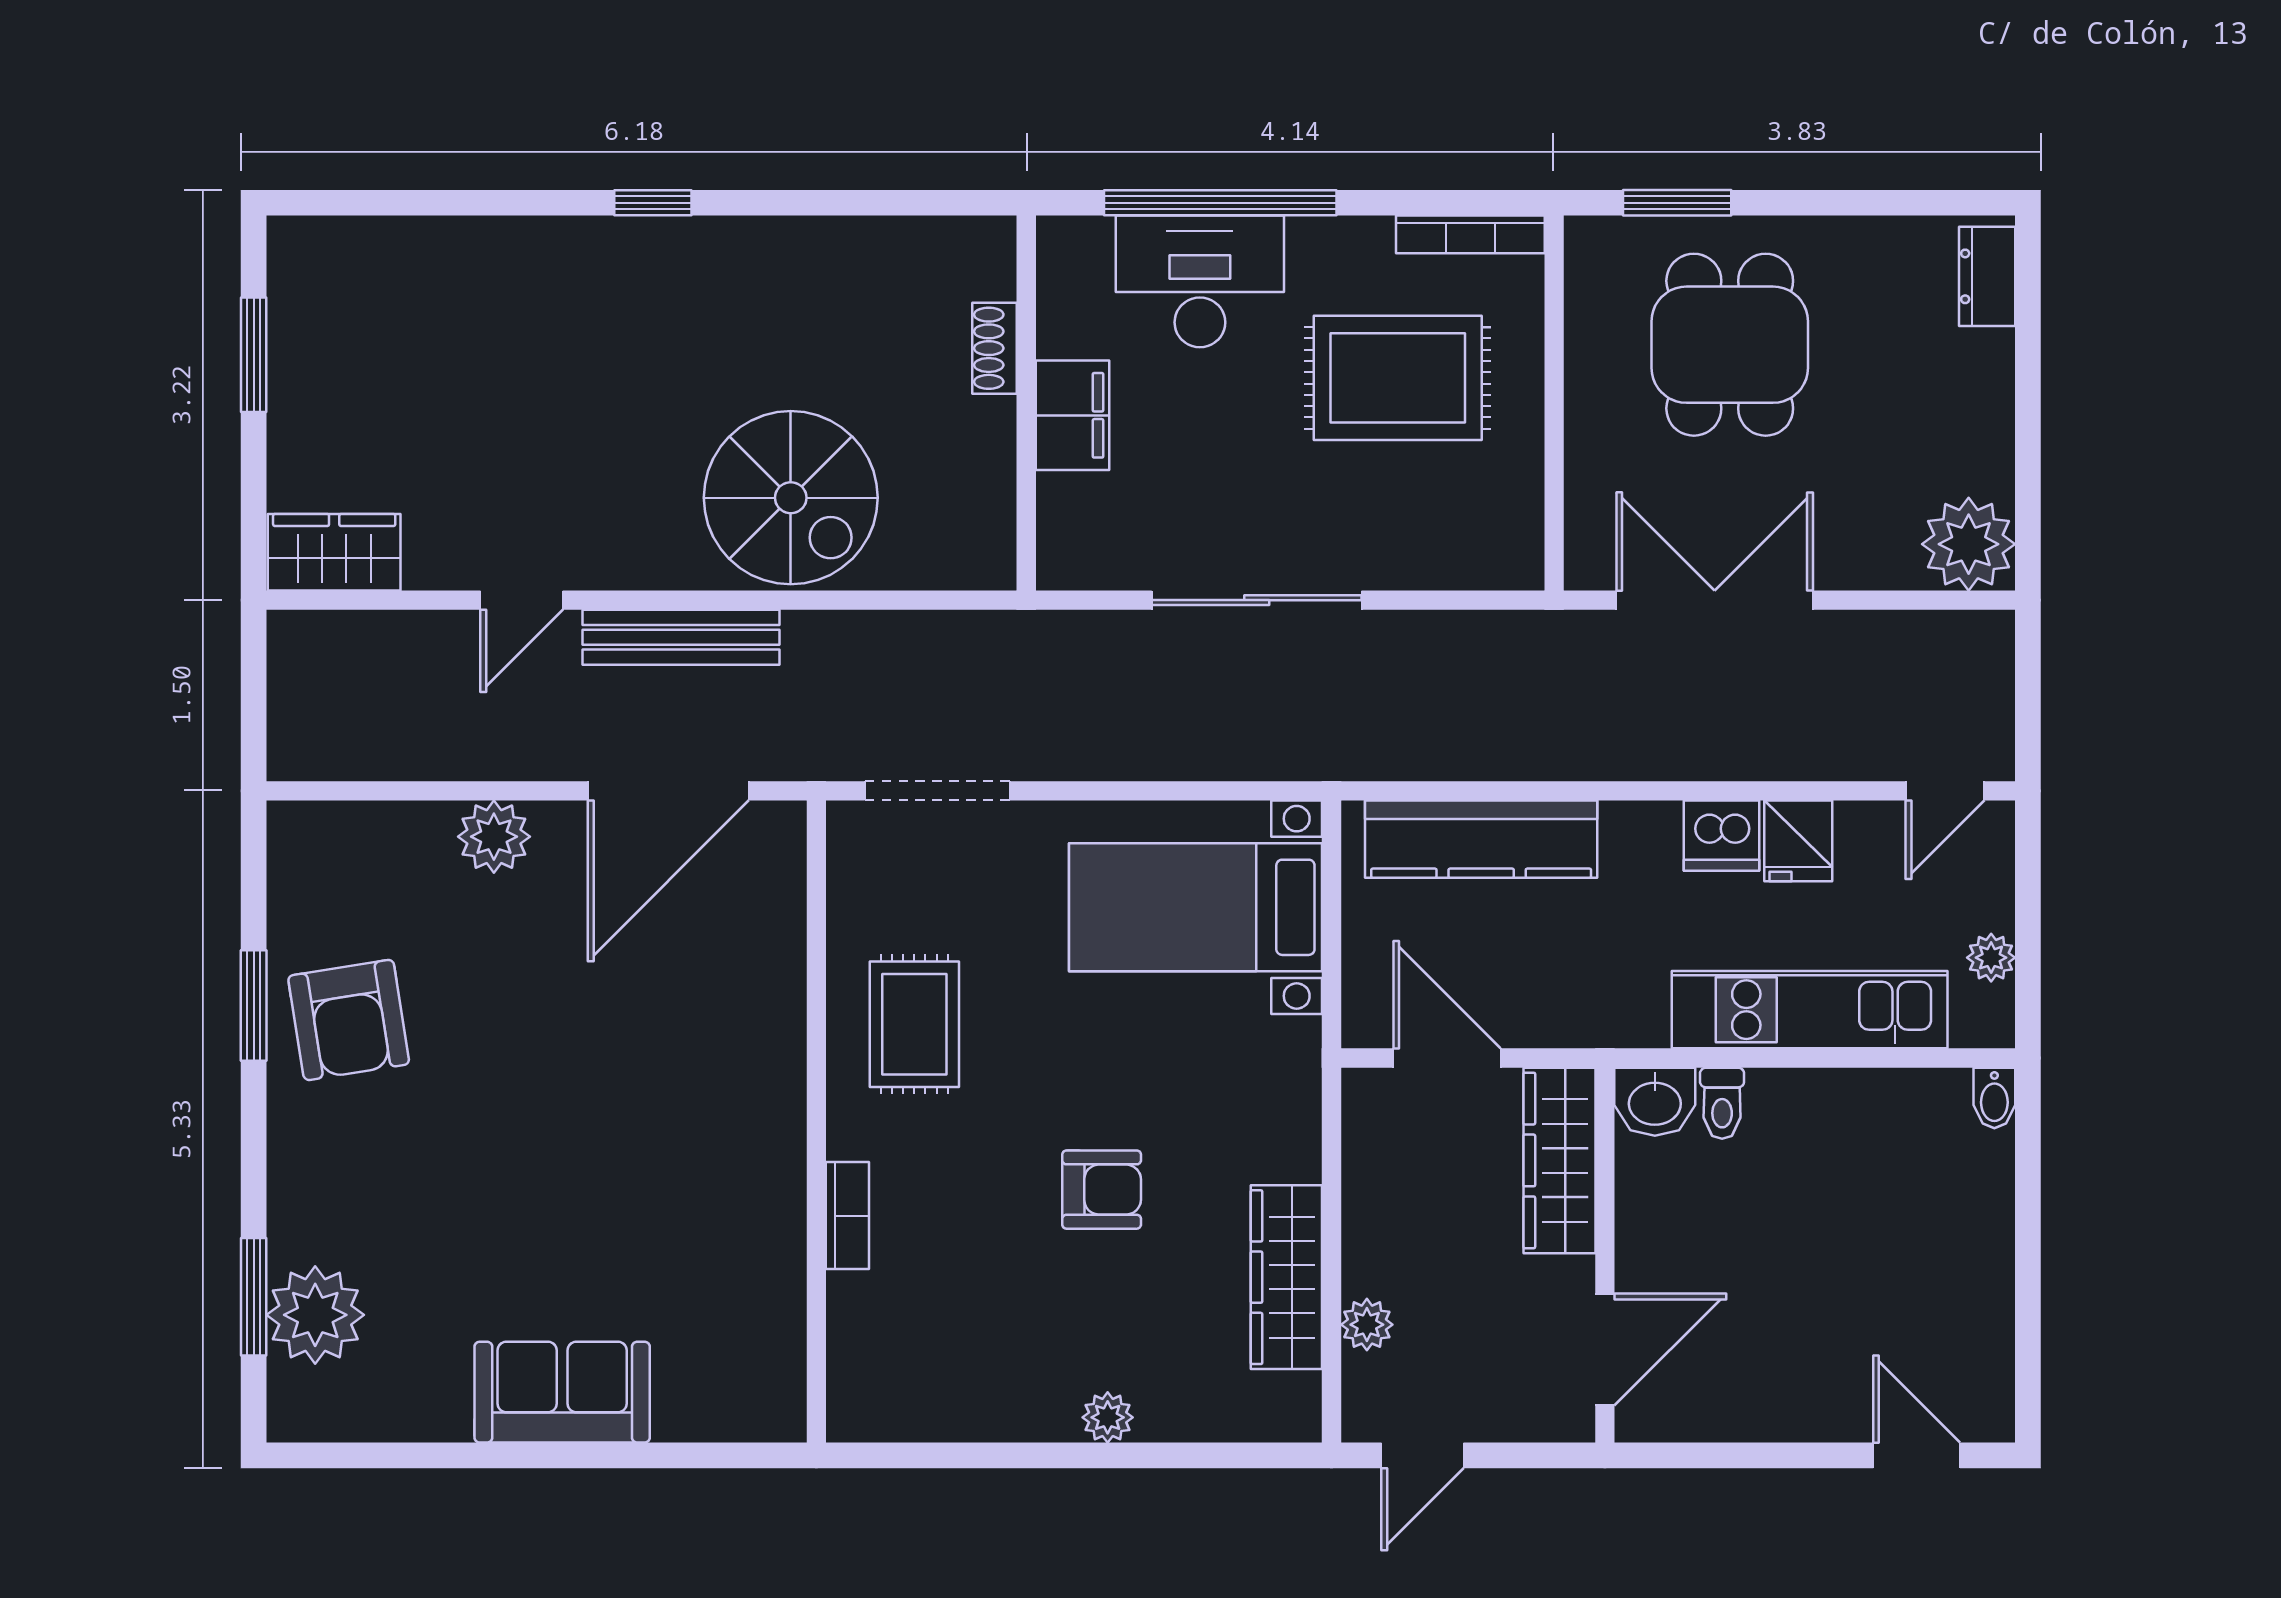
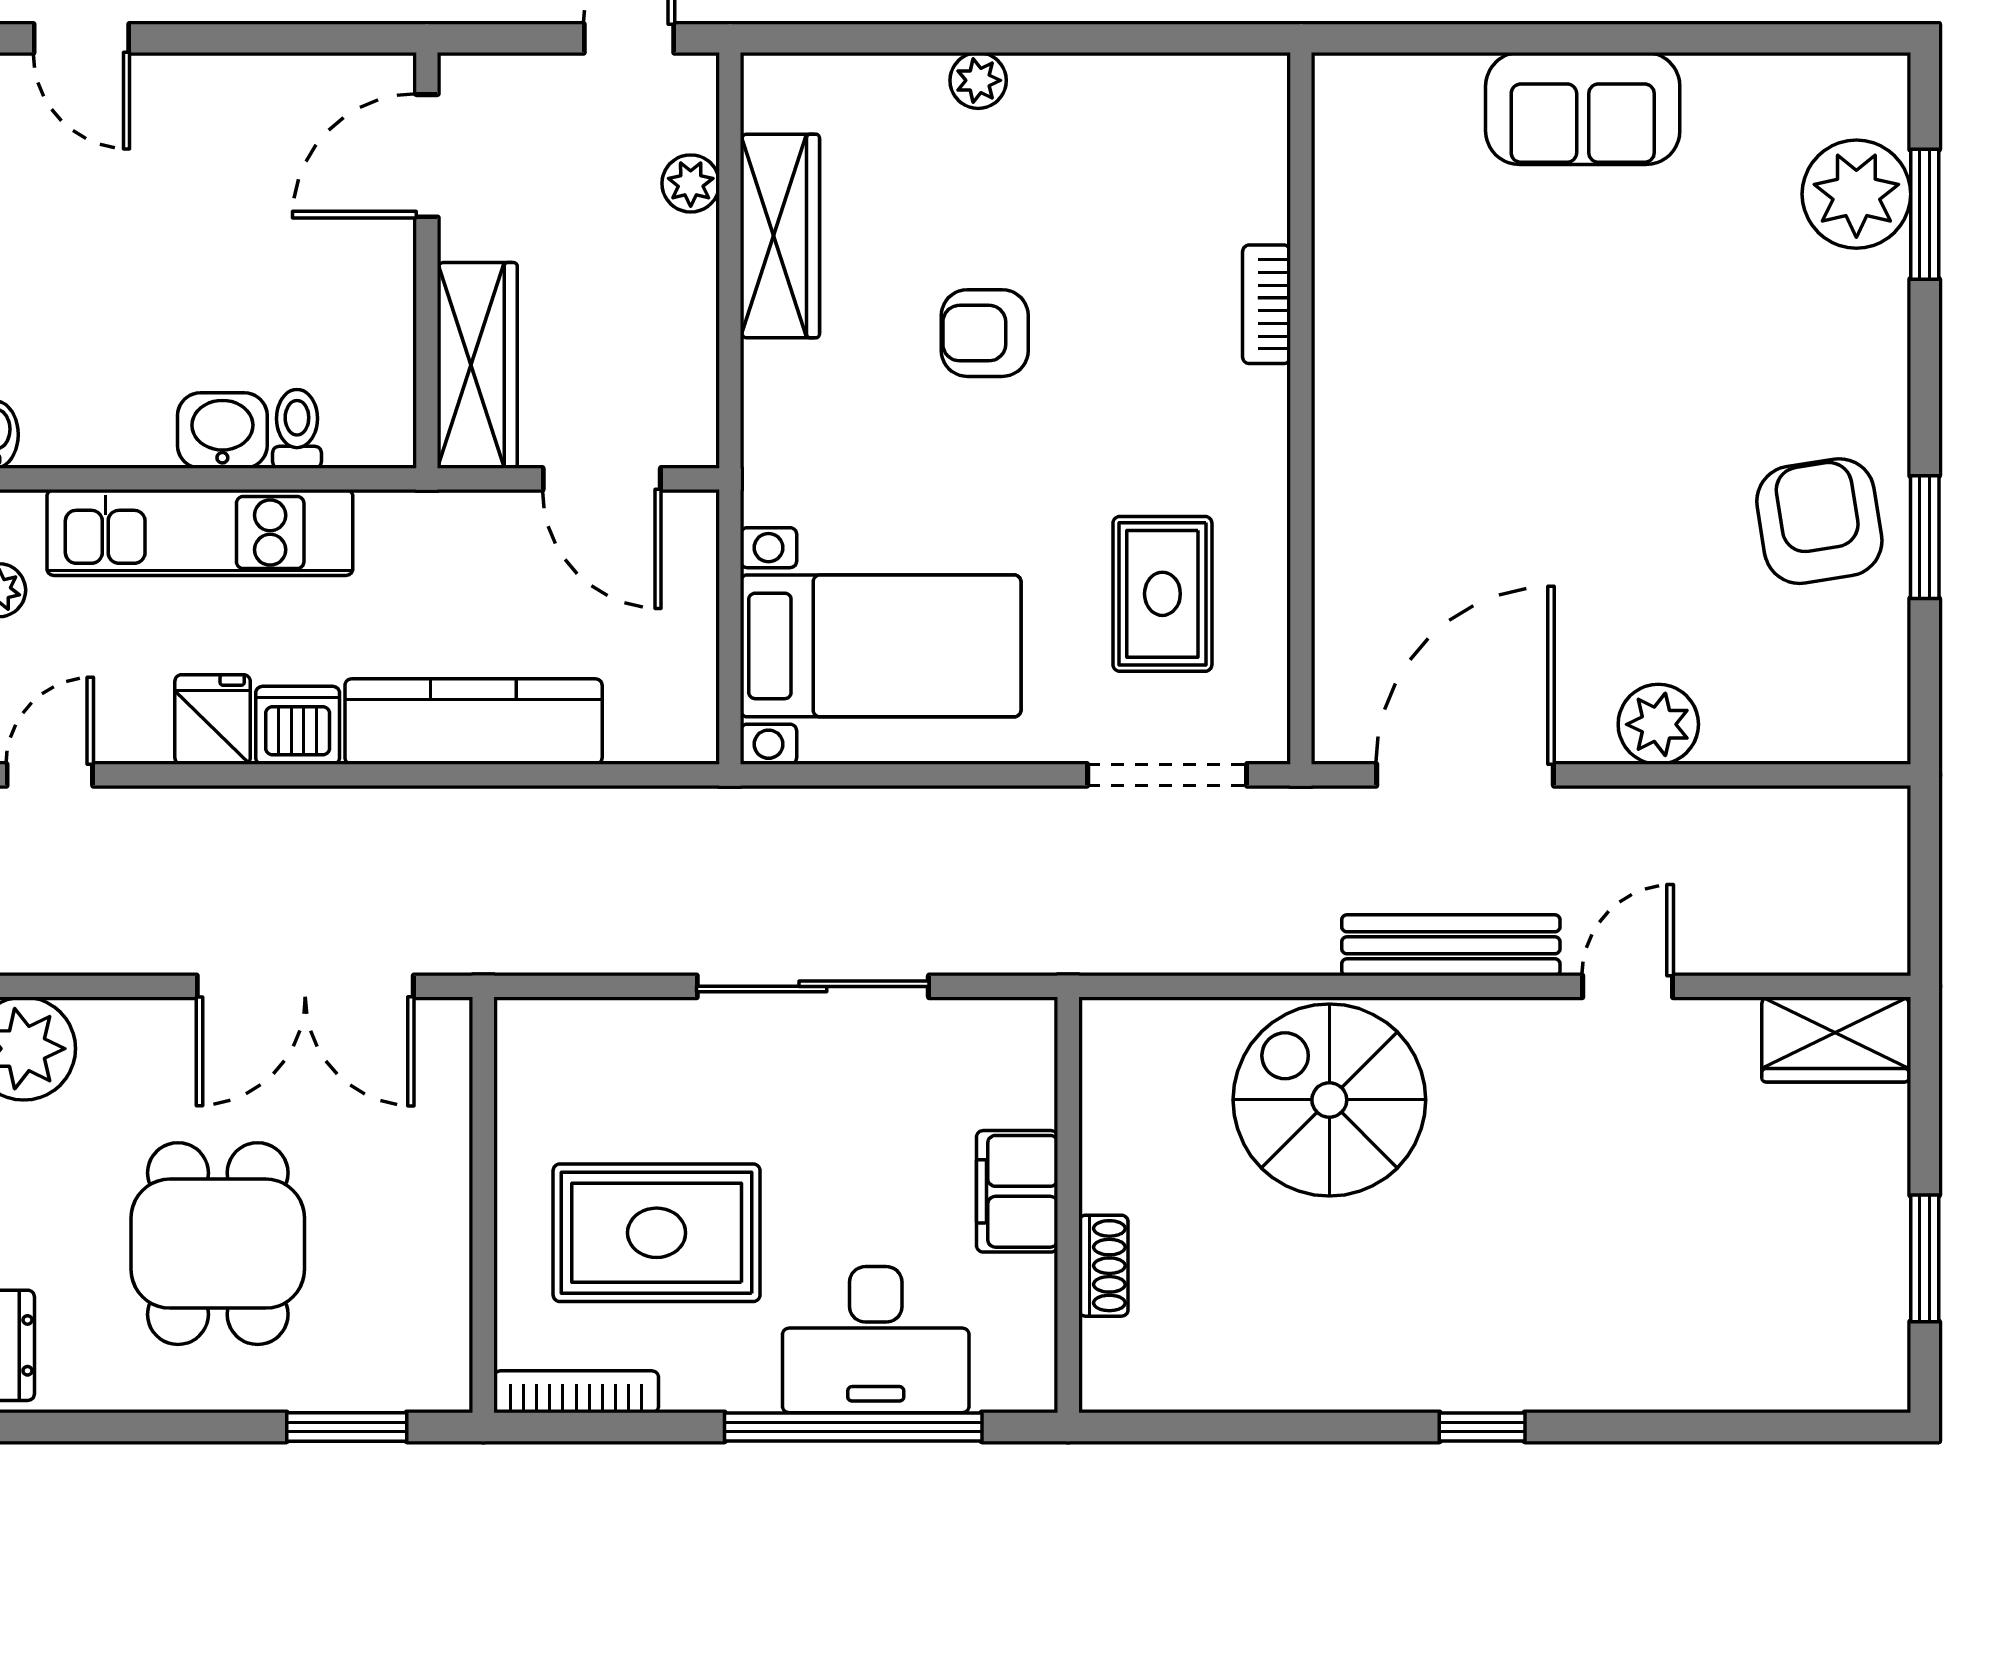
dining table: (1730, 345) -> (218, 1244), moved
kitchen counter: (1481, 839) -> (474, 722), moved
rug: (914, 1024) -> (1162, 594), moved
washbasin: (1655, 1102) -> (222, 431), moved

